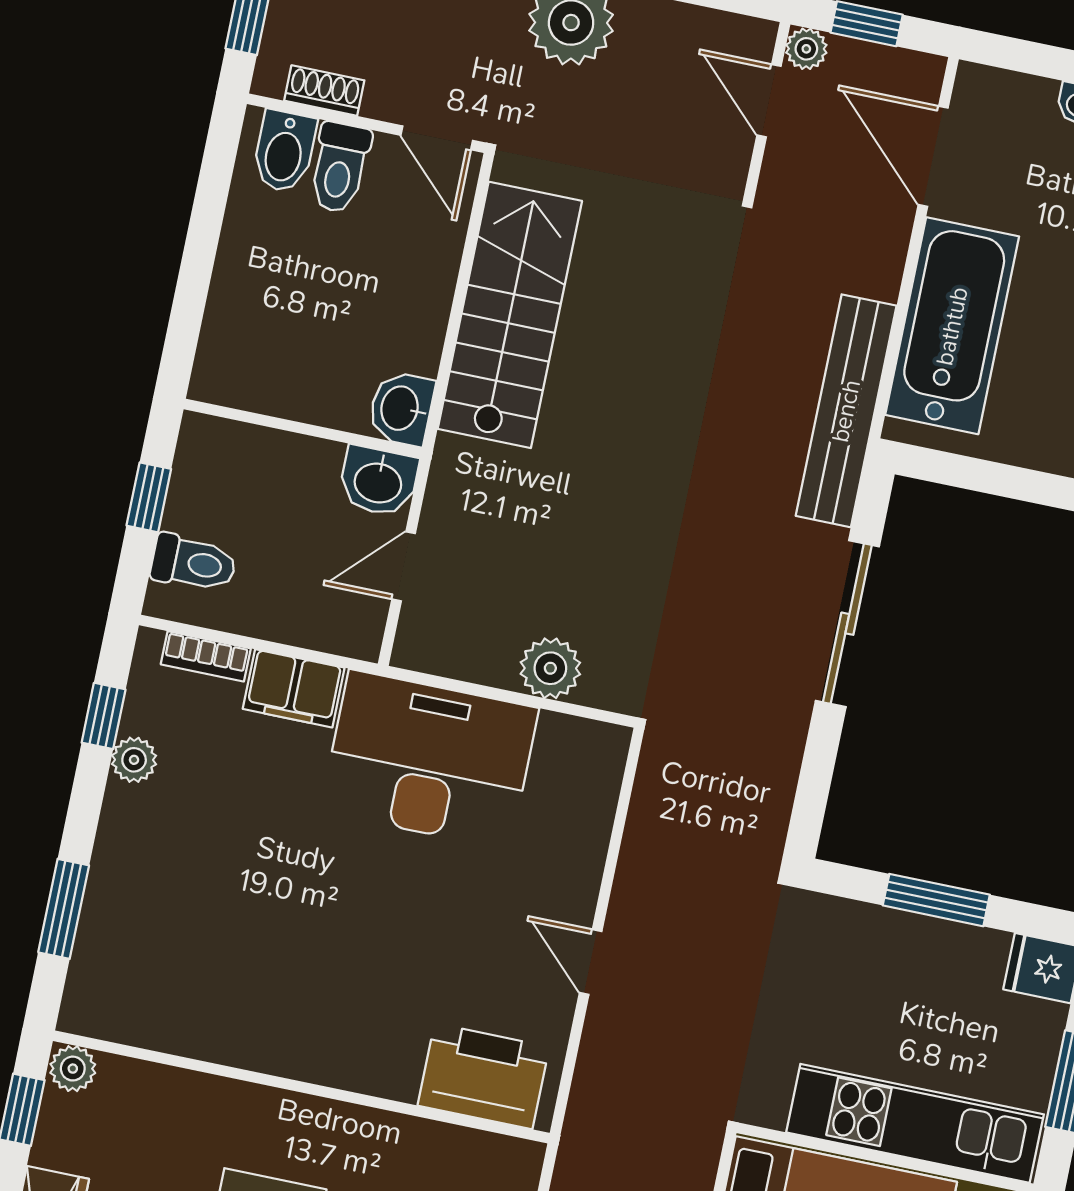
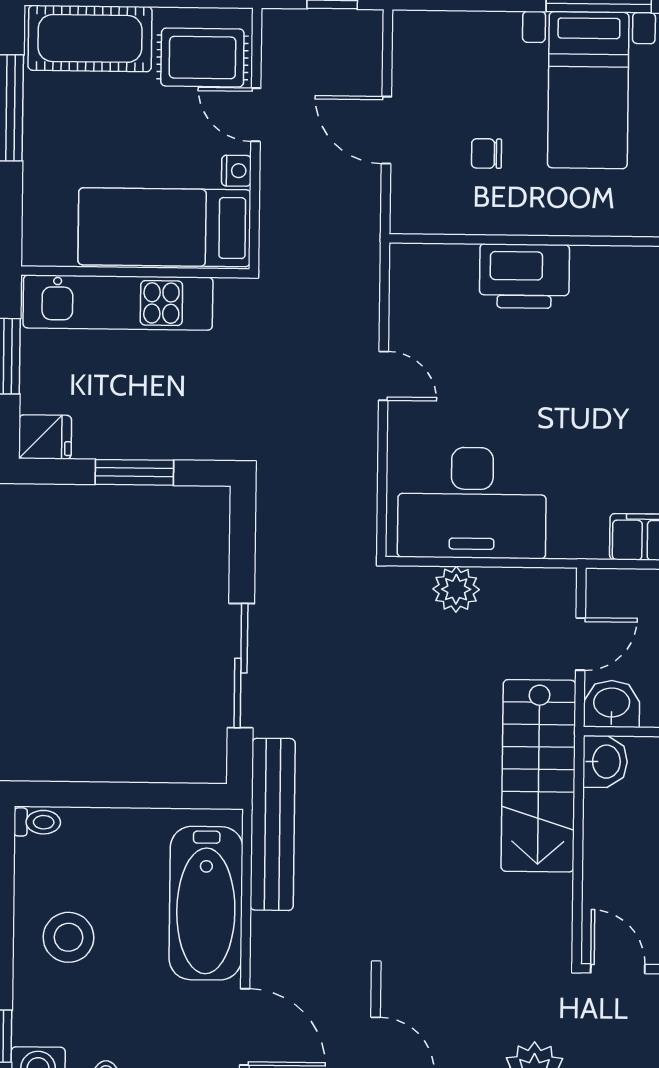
stairs: (510, 315) -> (539, 776), moved
desk: (429, 760) -> (472, 503), moved
printer: (483, 1076) -> (524, 276), moved

